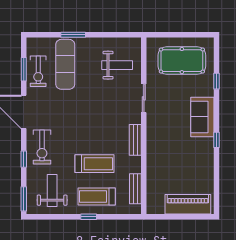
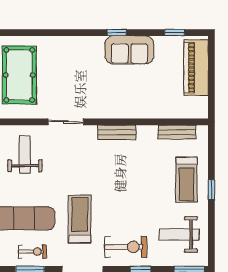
exercise bike: (38, 71) -> (32, 252), width x0.73, depth x0.72
window: (216, 81) -> (174, 33), moved
sofa: (202, 117) -> (129, 50), moved
treadmill: (95, 164) -> (80, 219), moved

